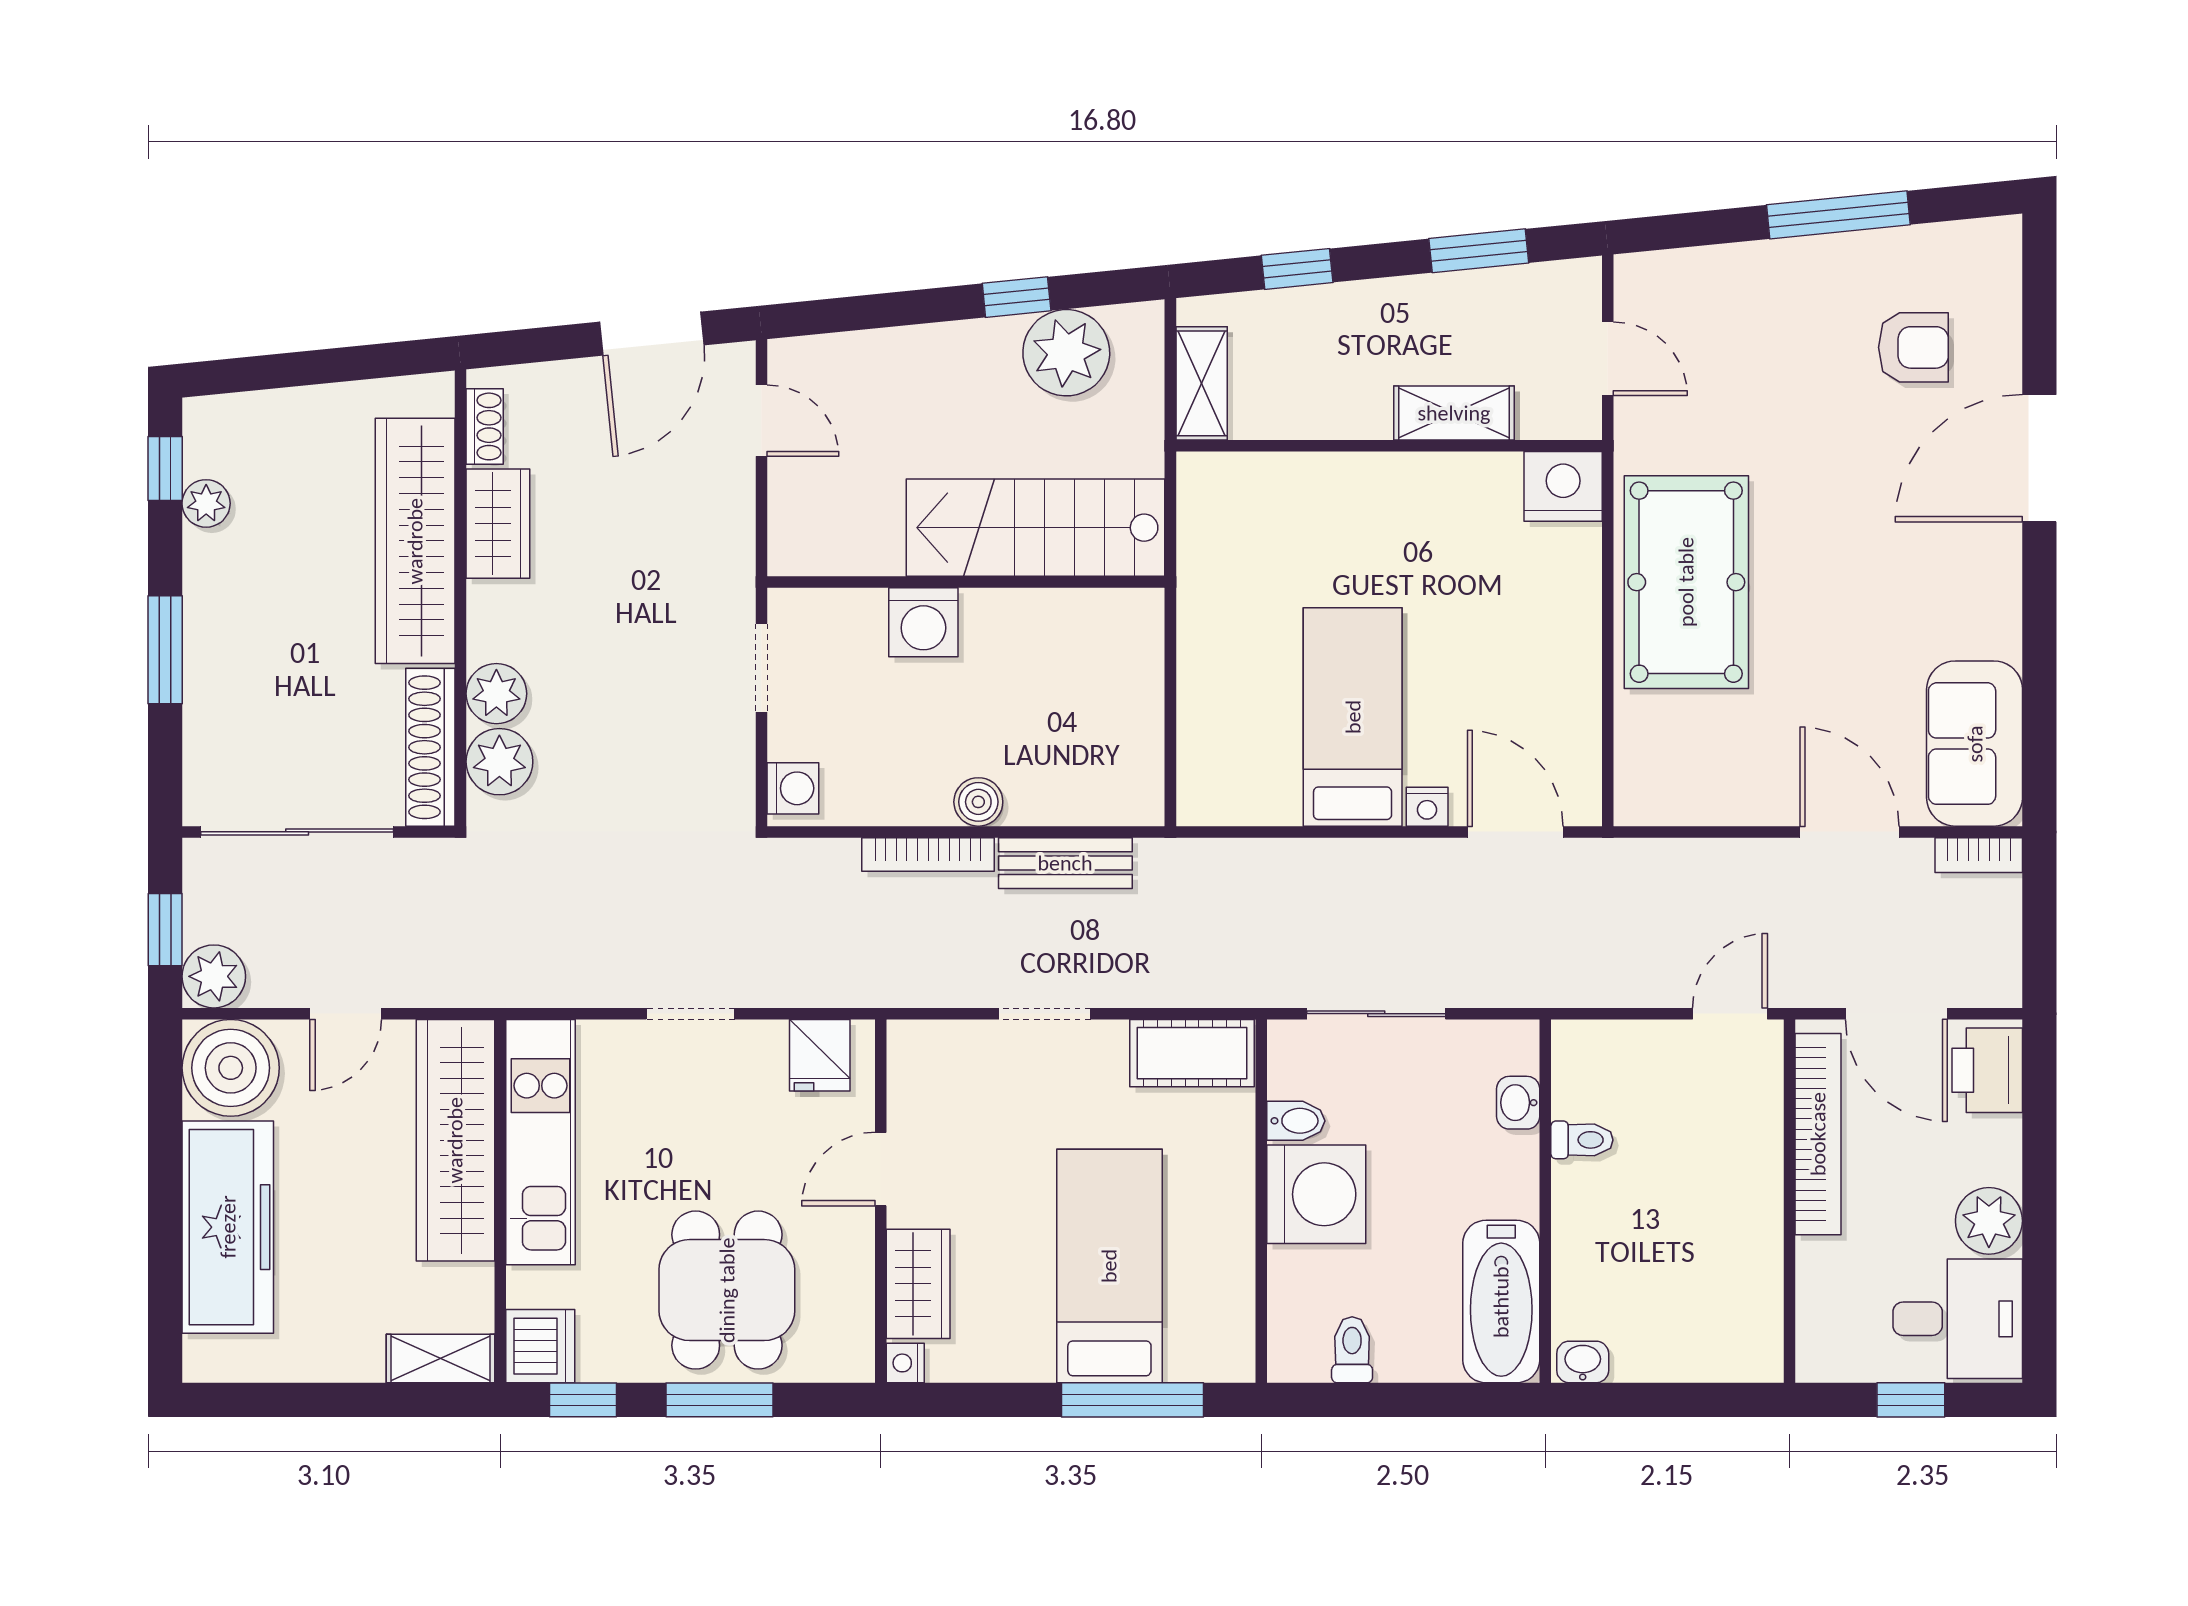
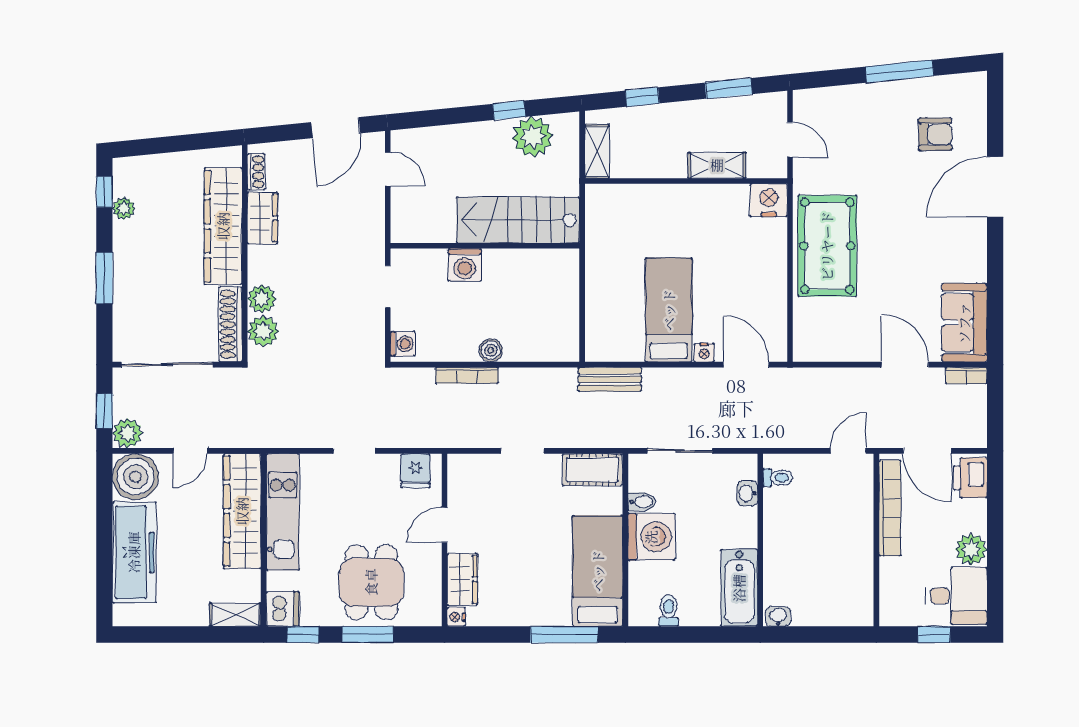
bench: (1065, 863) -> (610, 379), moved
toilet: (1582, 1140) -> (778, 478), moved
bed: (1109, 1266) -> (598, 571), moved

